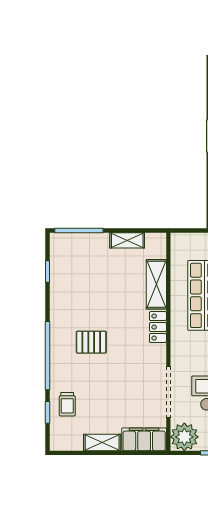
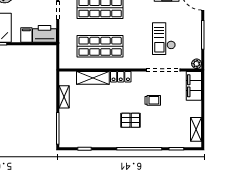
pallet: (91, 342) -> (131, 120), turned 90
trolley: (67, 404) -> (153, 100), moved
plant: (184, 437) -> (197, 64), width x0.53, depth x0.53
shelving: (102, 442) -> (196, 129), moved

